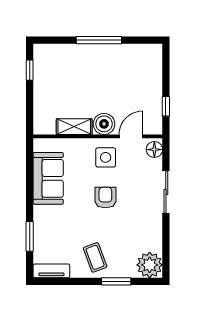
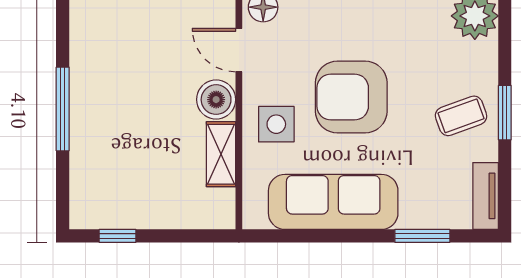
side table: (106, 157) -> (276, 124), moved
sofa: (48, 178) -> (333, 202), width x1.36
armchair: (105, 198) -> (351, 97), width x1.88, depth x1.88
window: (116, 281) -> (505, 113), moved

